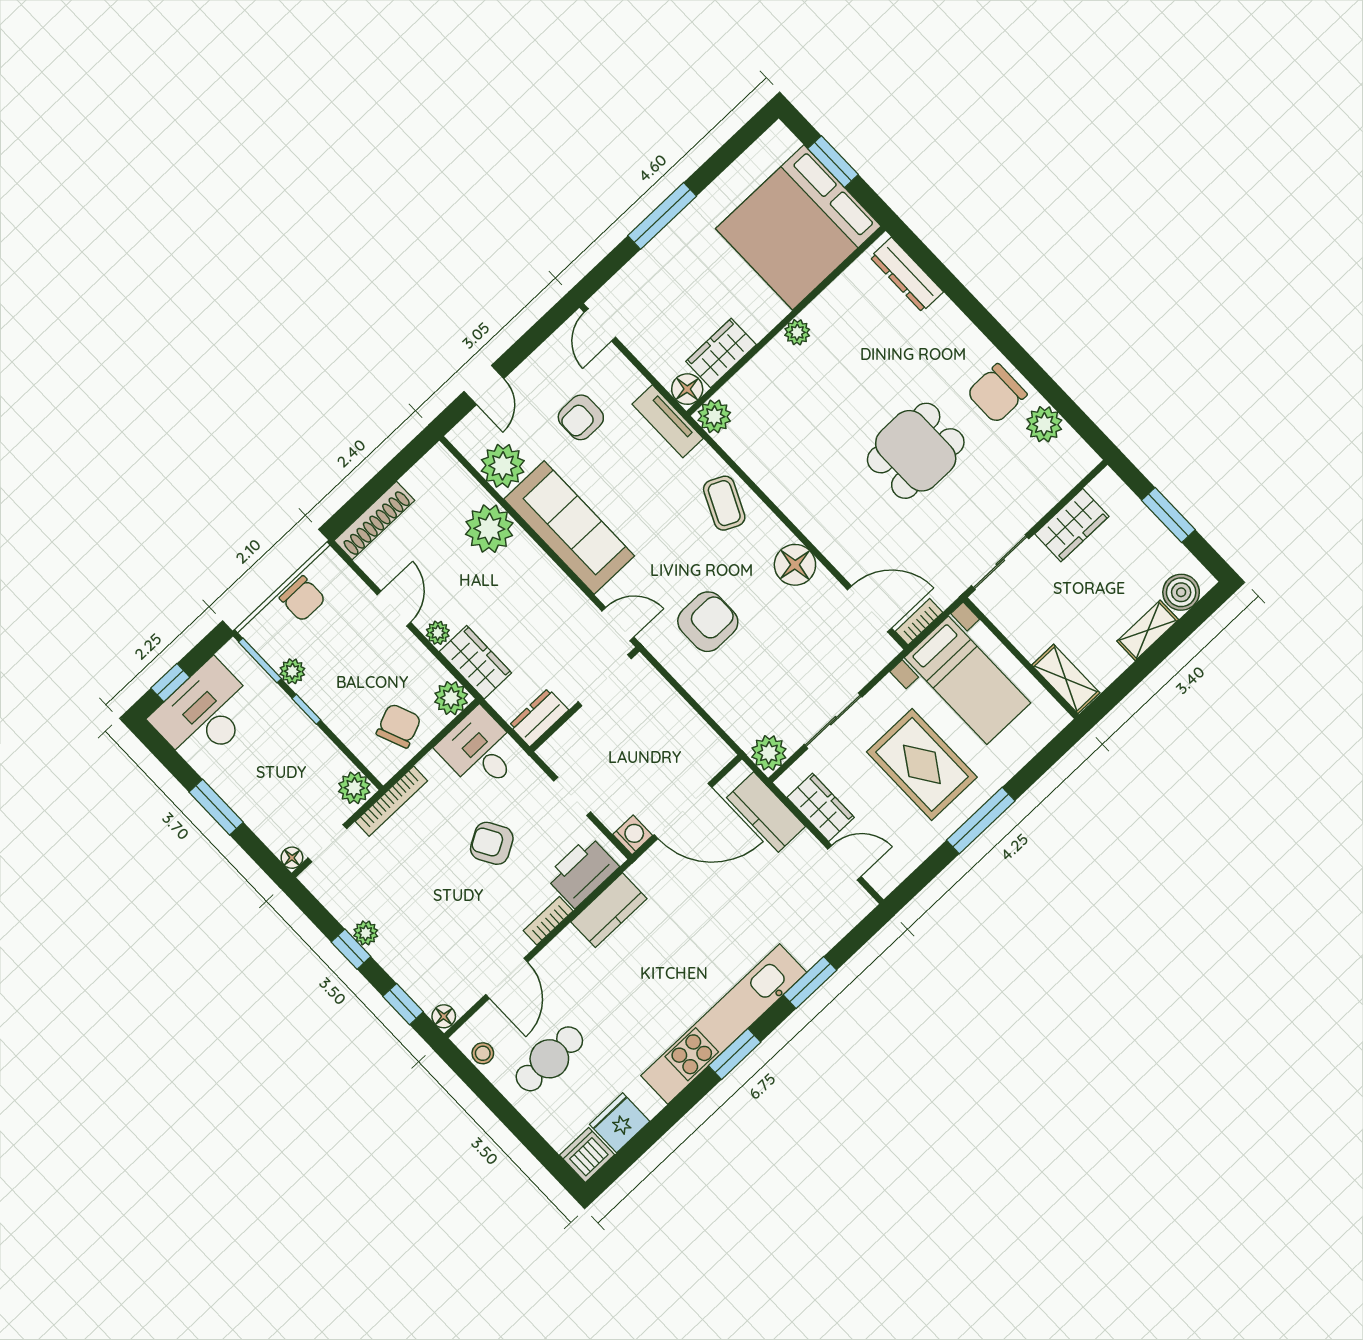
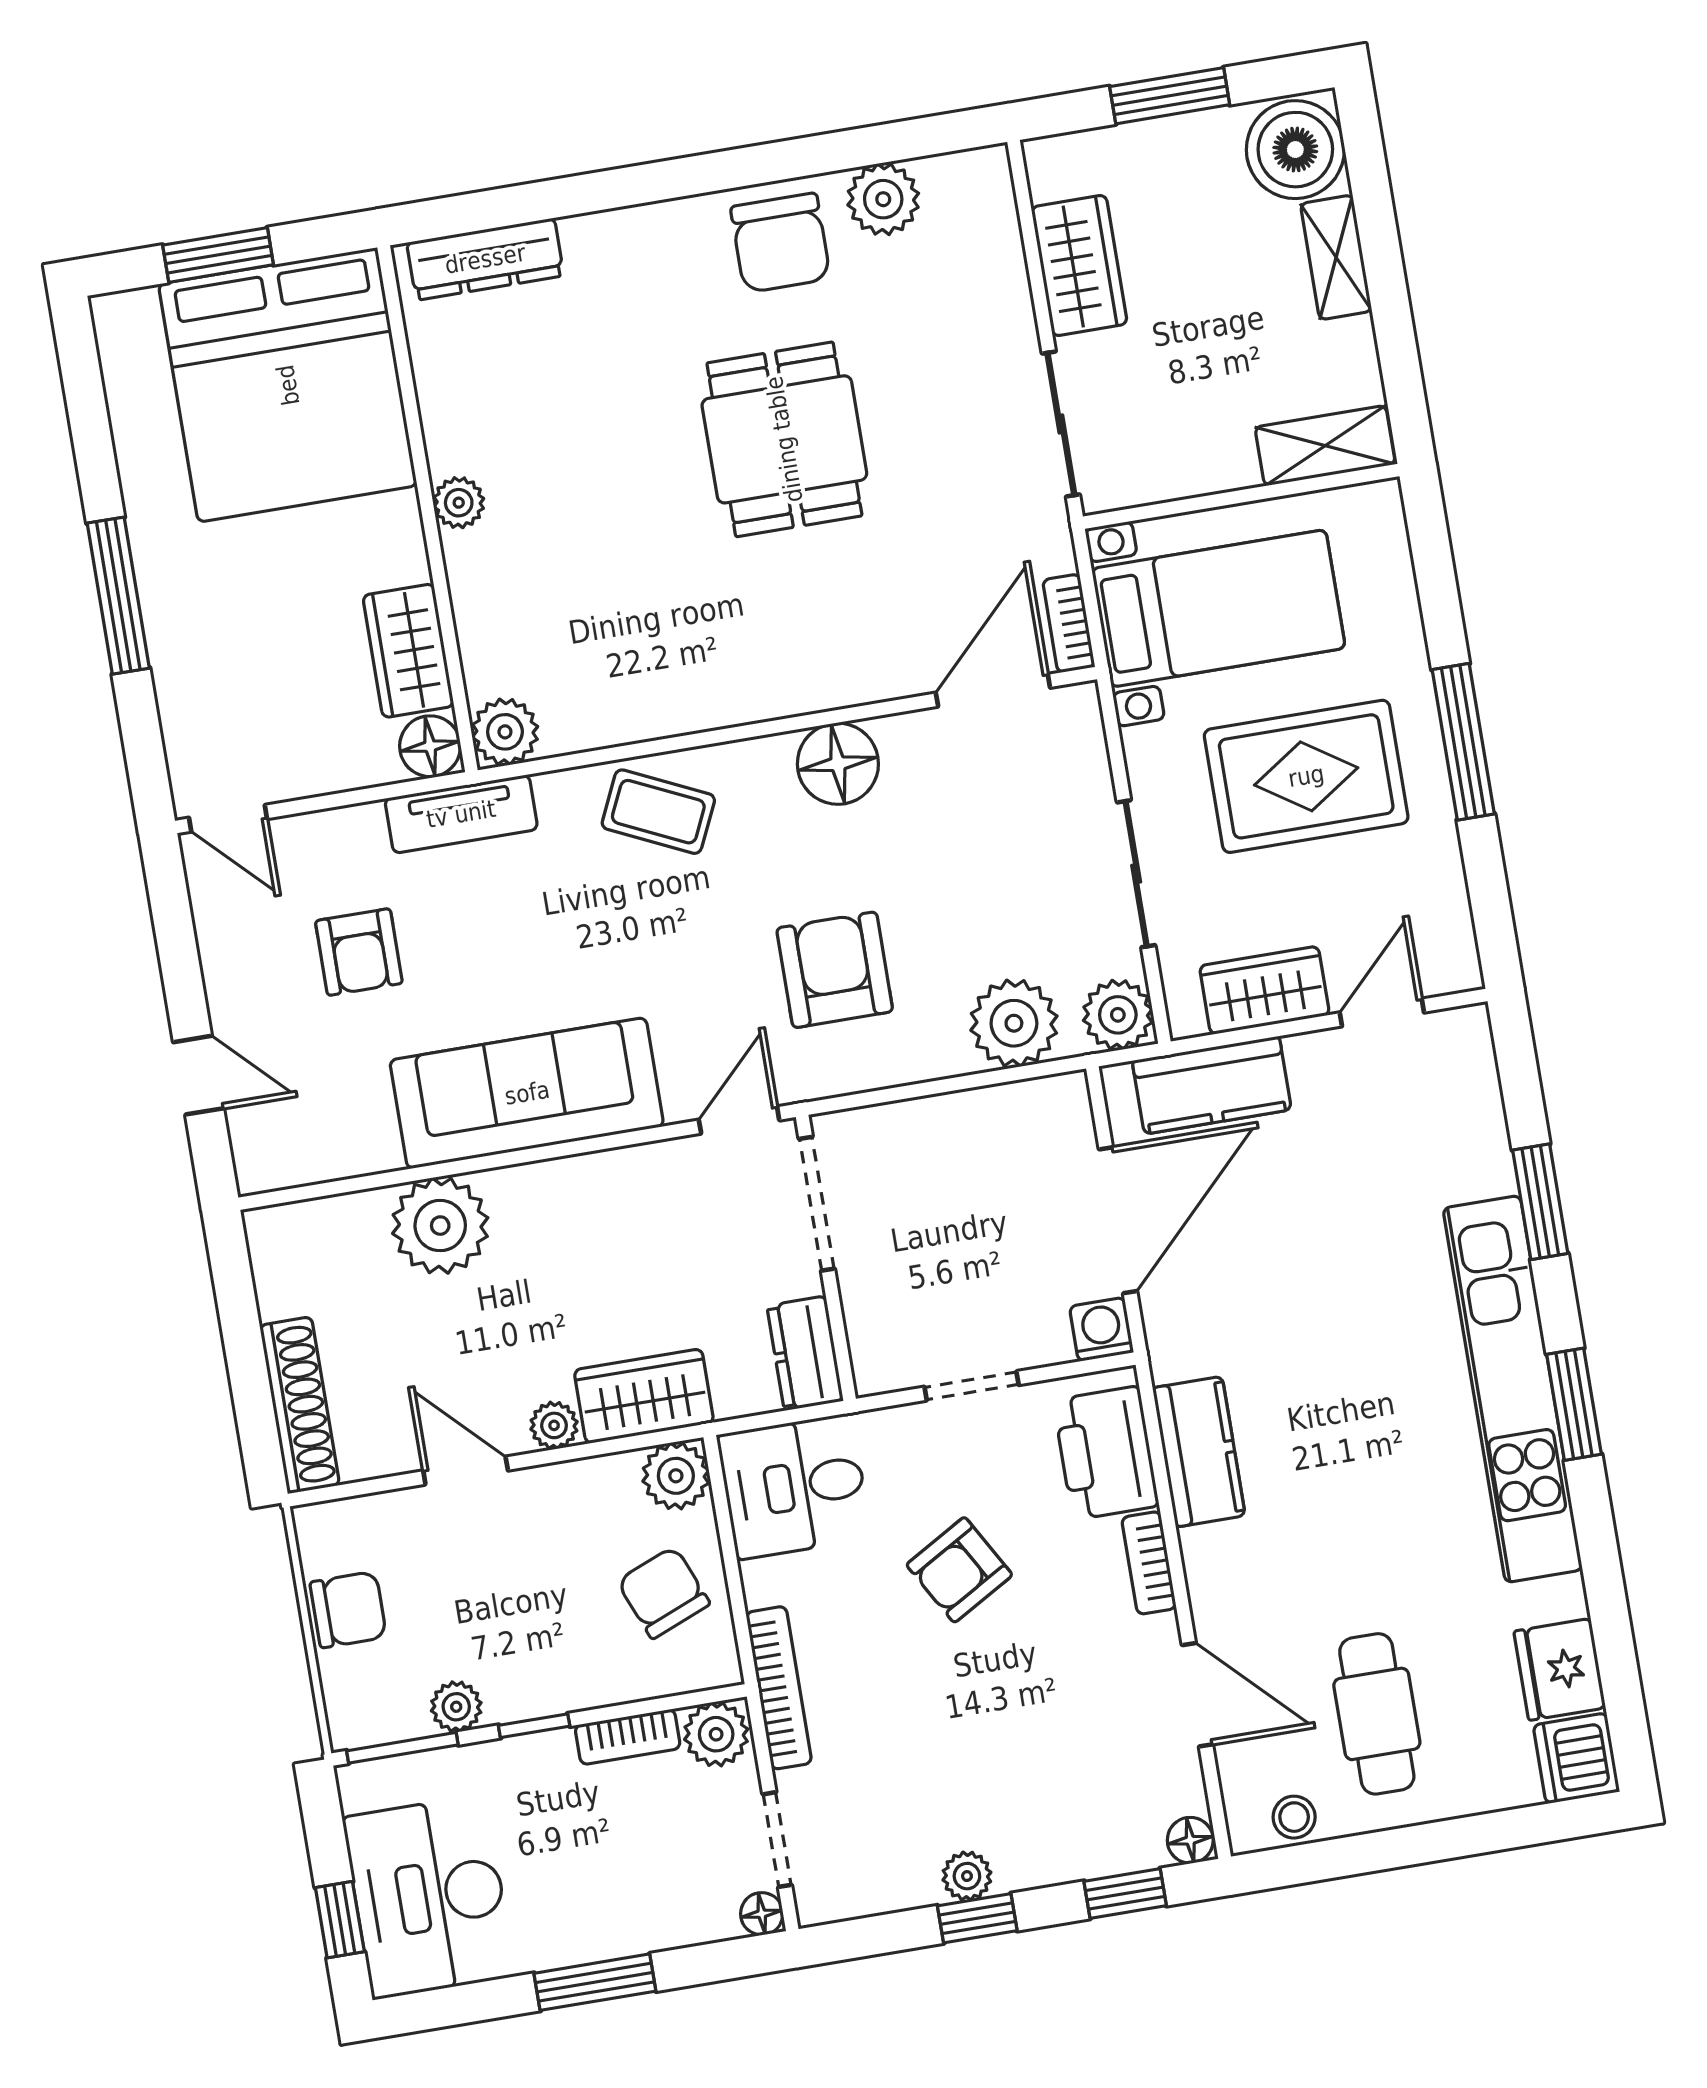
plant: (503, 466) -> (1014, 1023), moved
boiler: (1181, 592) -> (1295, 150), width x1.37, depth x1.37
bookcase: (328, 752) -> (628, 1737), added

